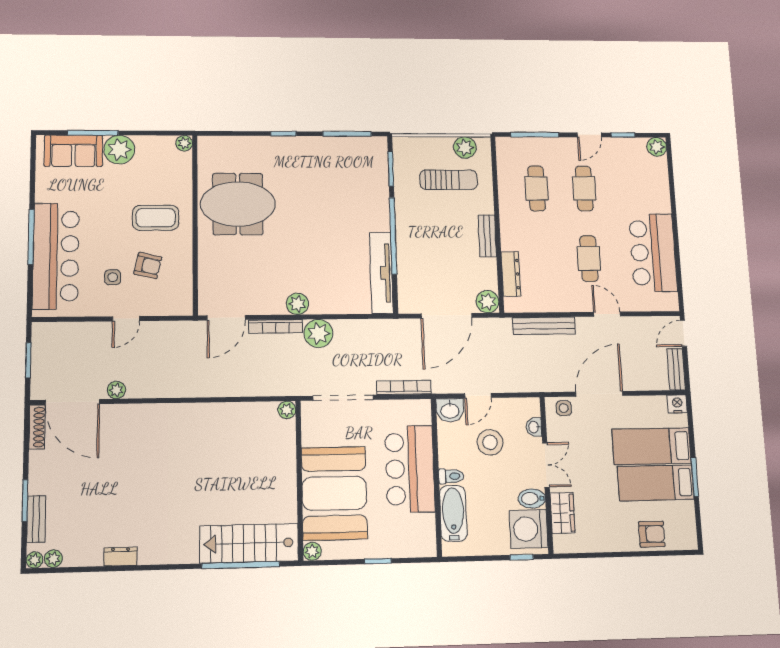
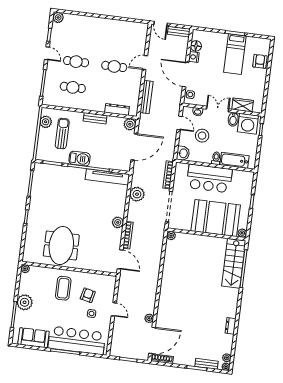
sofa: (73, 151) -> (34, 338), moved, turned -90
barbecue: (407, 217) -> (80, 159), added
bar counter: (653, 253) -> (116, 31), removed
door: (446, 316) -> (134, 147), hinge flipped
plant: (318, 333) -> (137, 194), moved
door: (478, 396) -> (180, 123), moved
nightstand: (677, 404) -> (194, 57), moved
floor lamp: (656, 406) -> (196, 46), added
bed: (652, 446) -> (216, 53), removed

